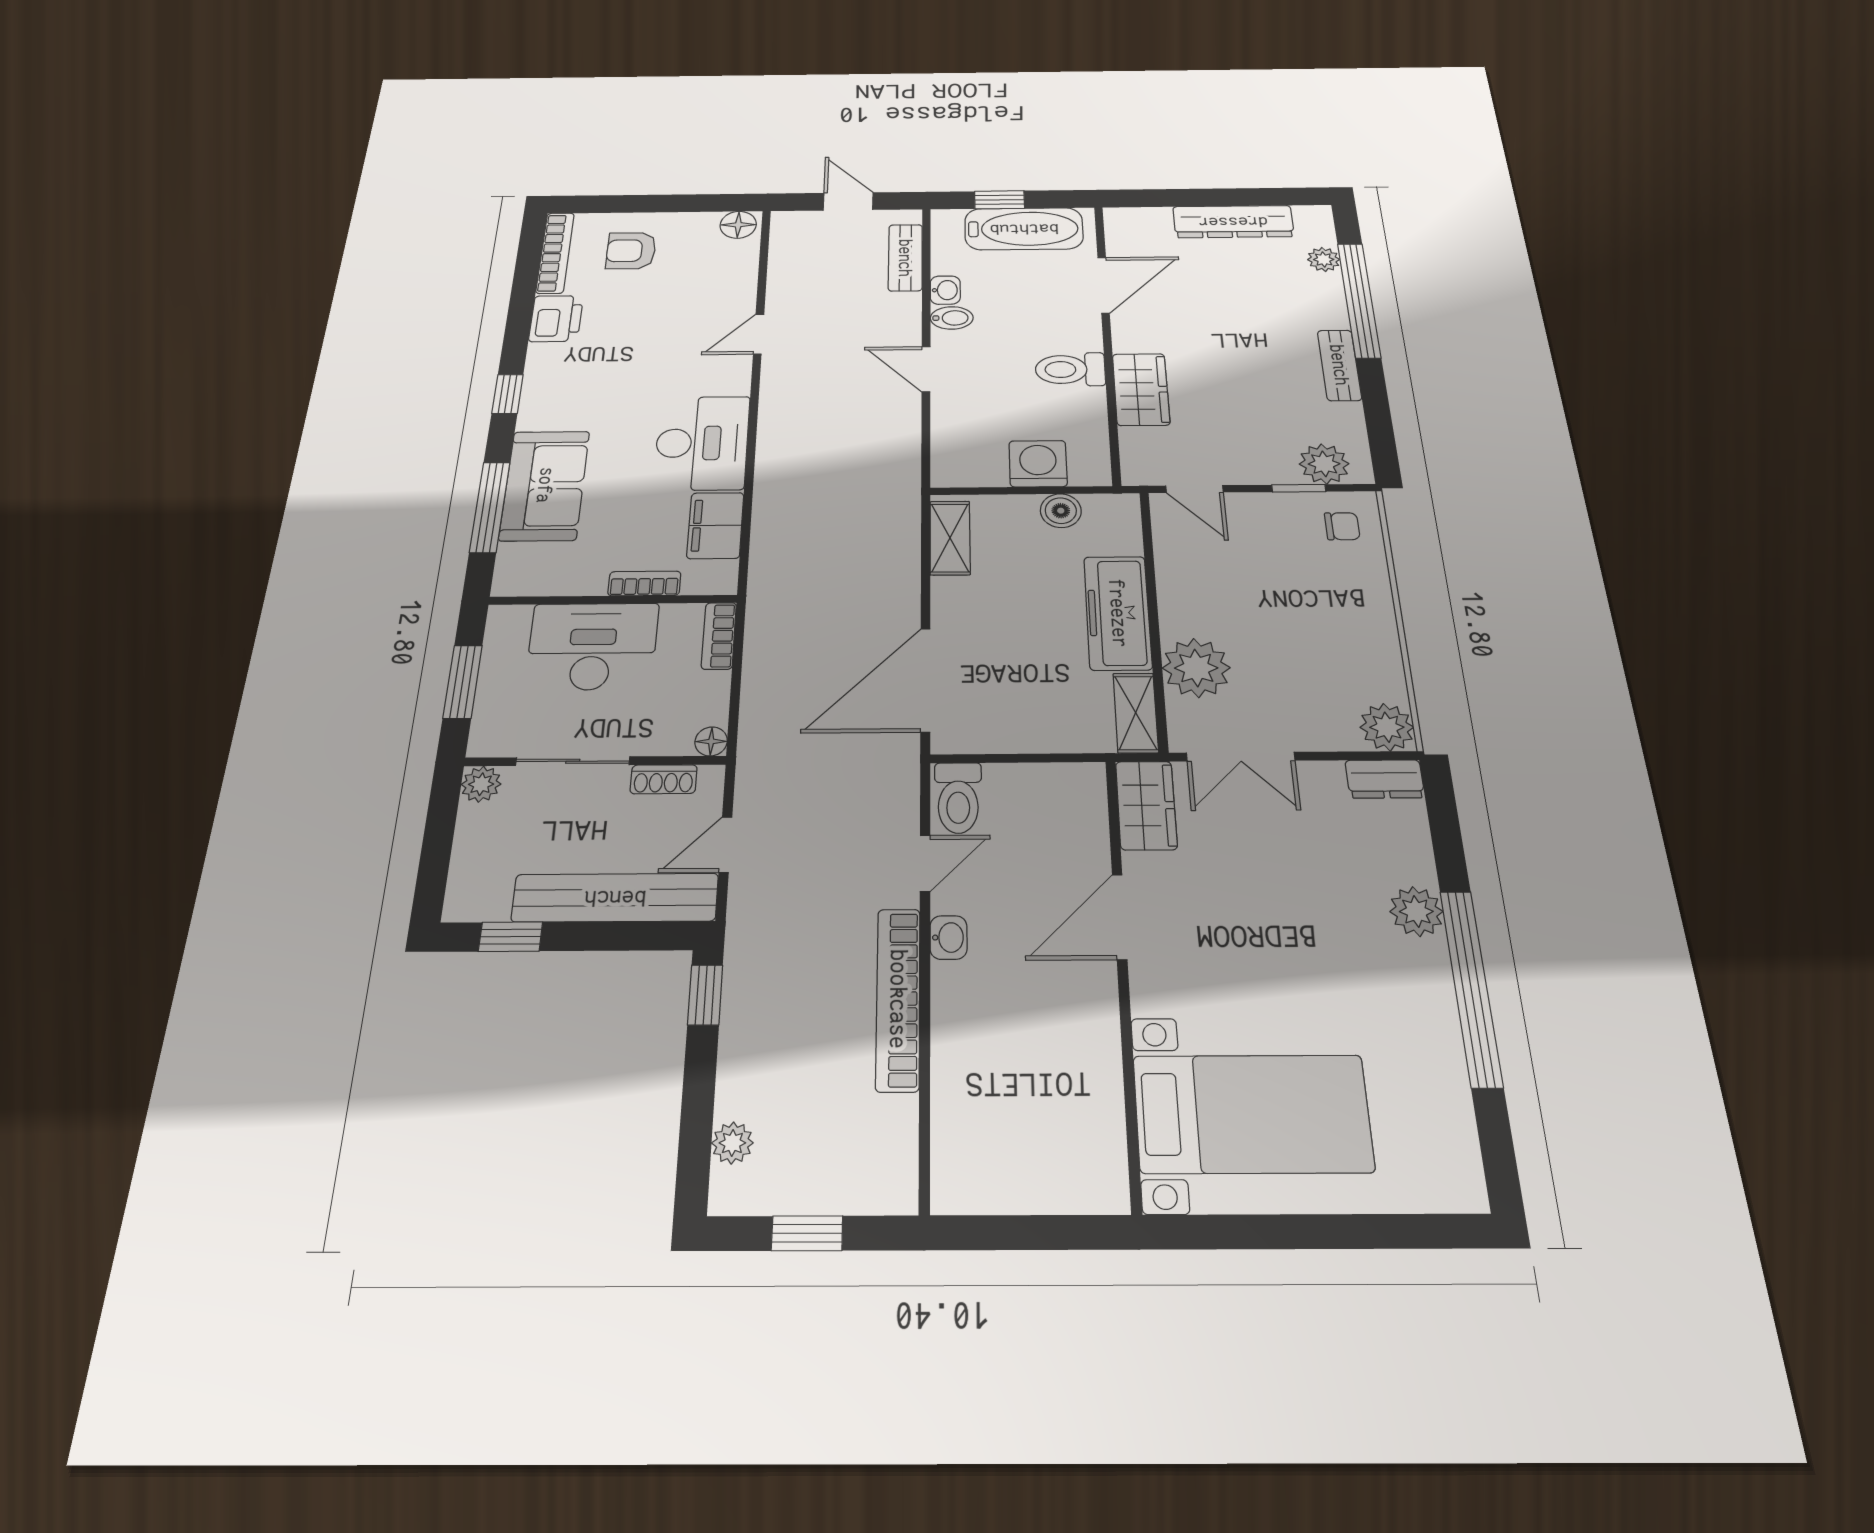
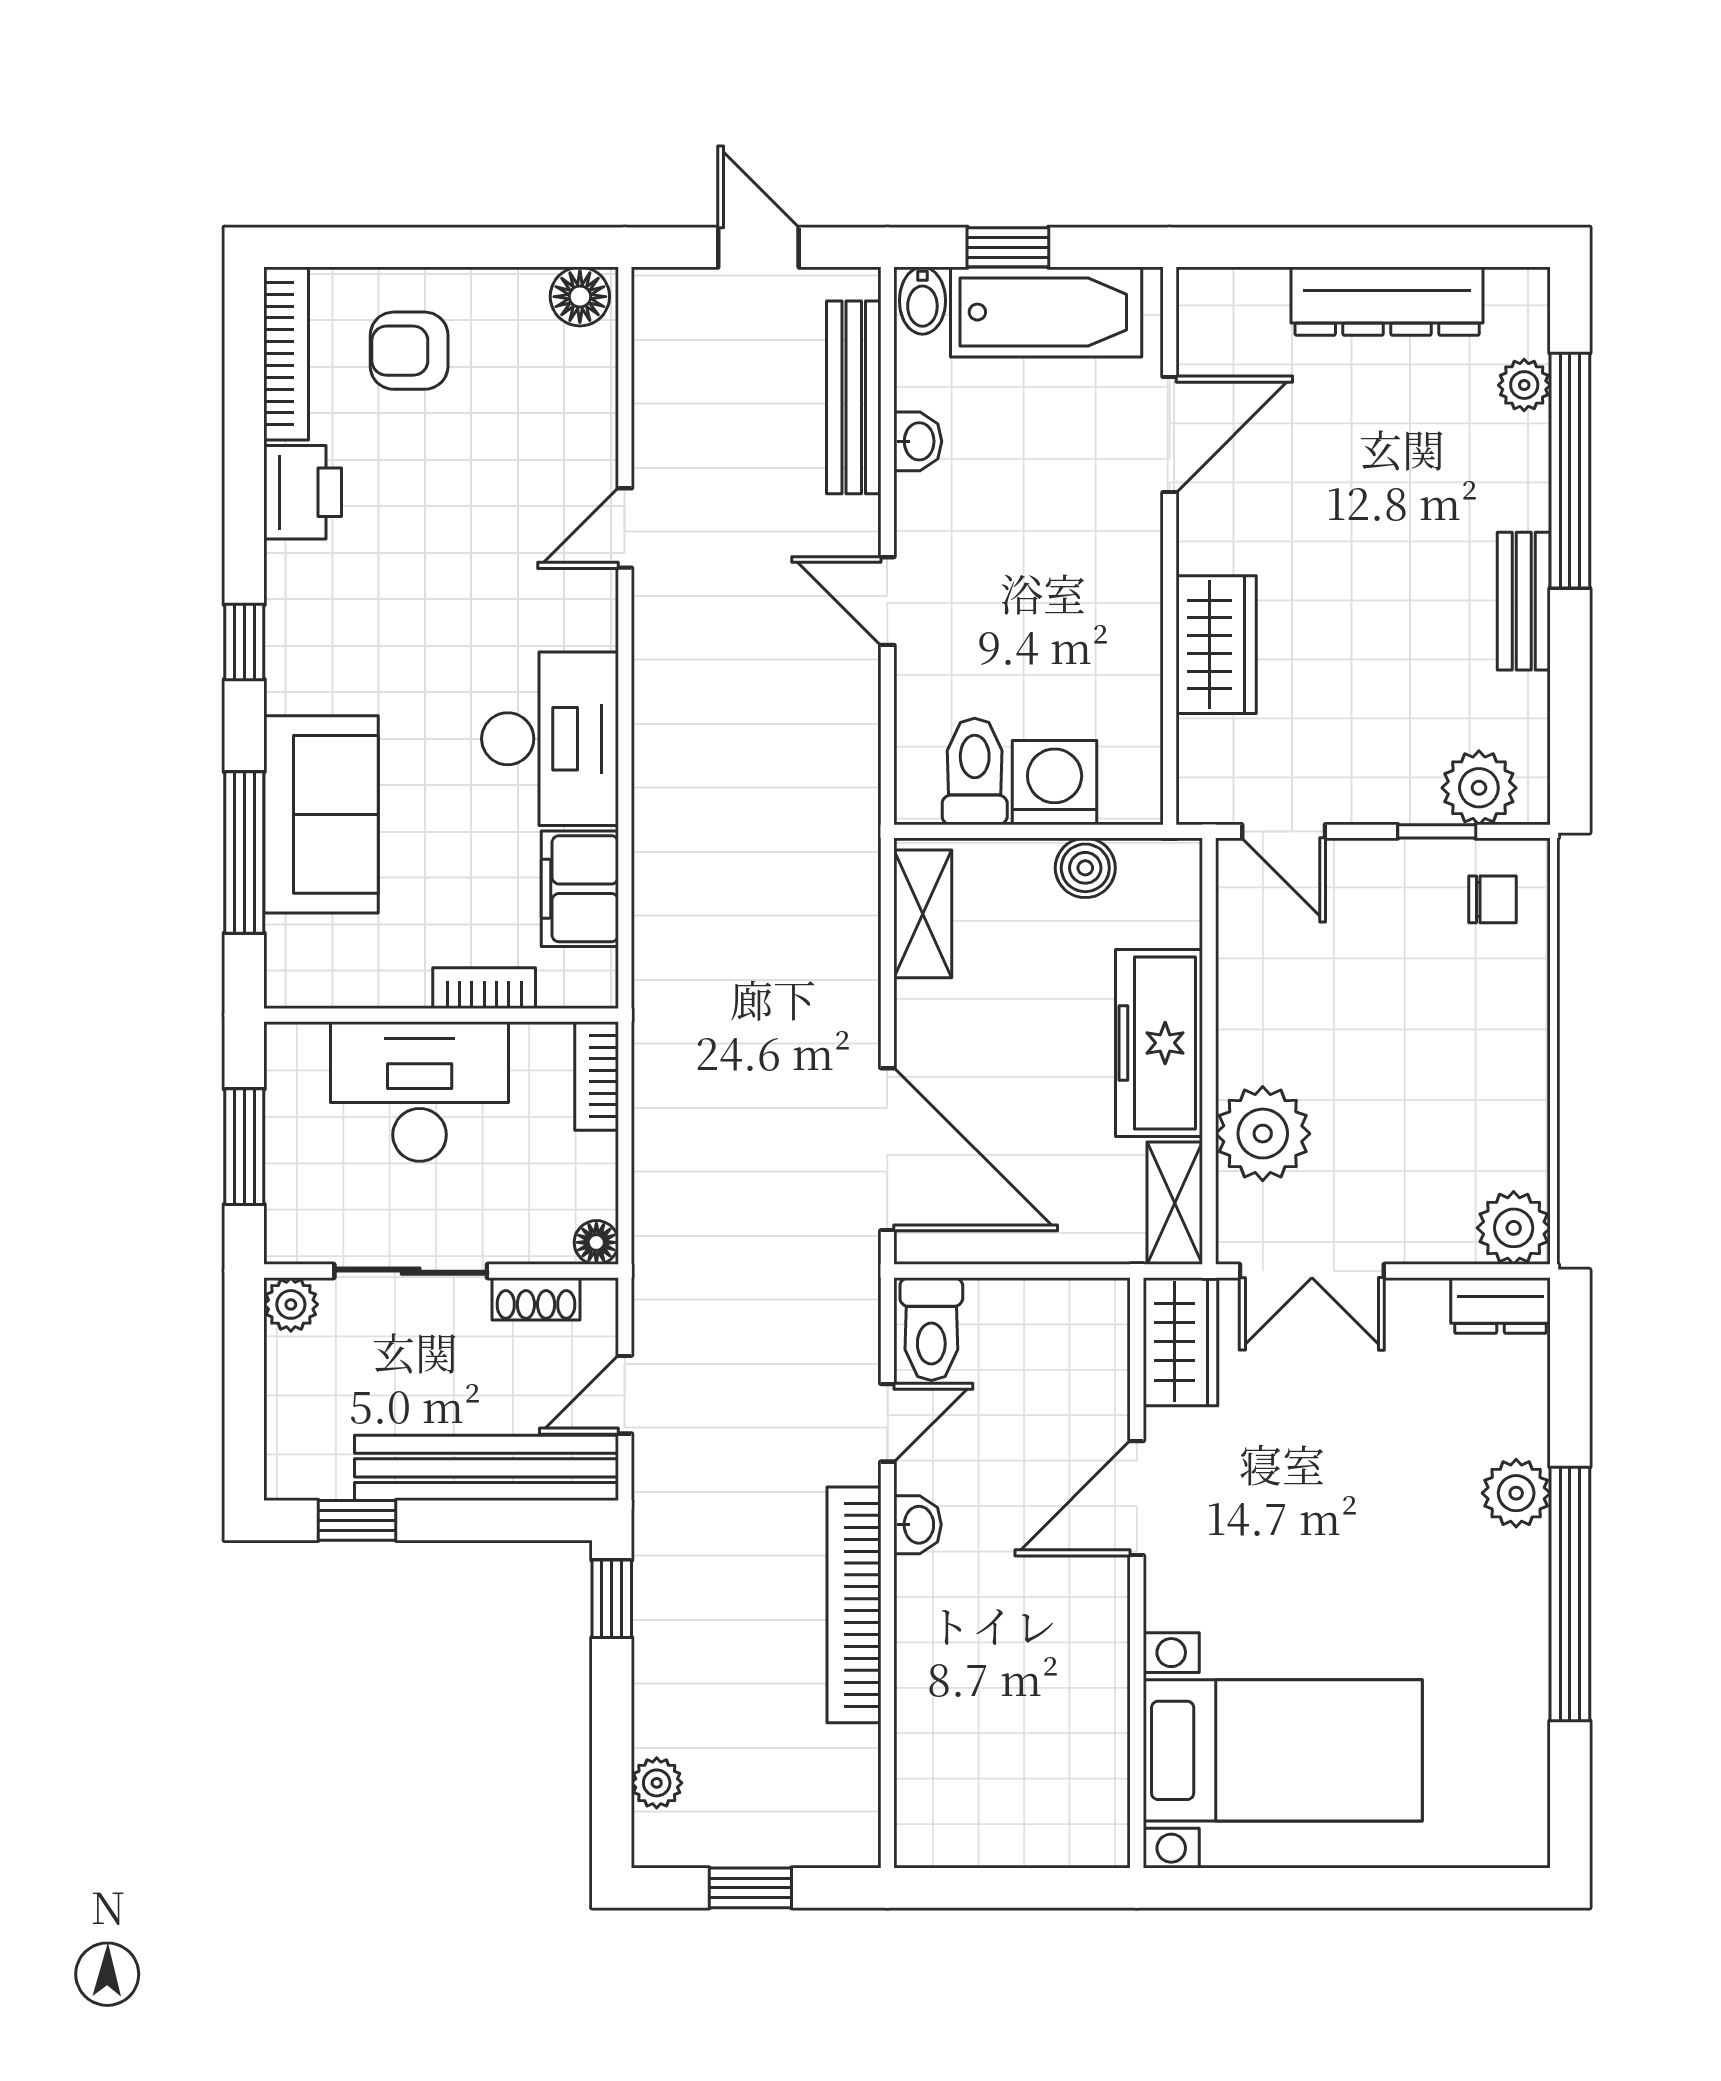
bench: (905, 258) -> (854, 397), width x1.36
bidet: (952, 318) -> (922, 301), moved, turned 90
toilet: (1070, 369) -> (975, 771), moved, turned 90
door: (925, 680) -> (887, 1149), swing flipped

